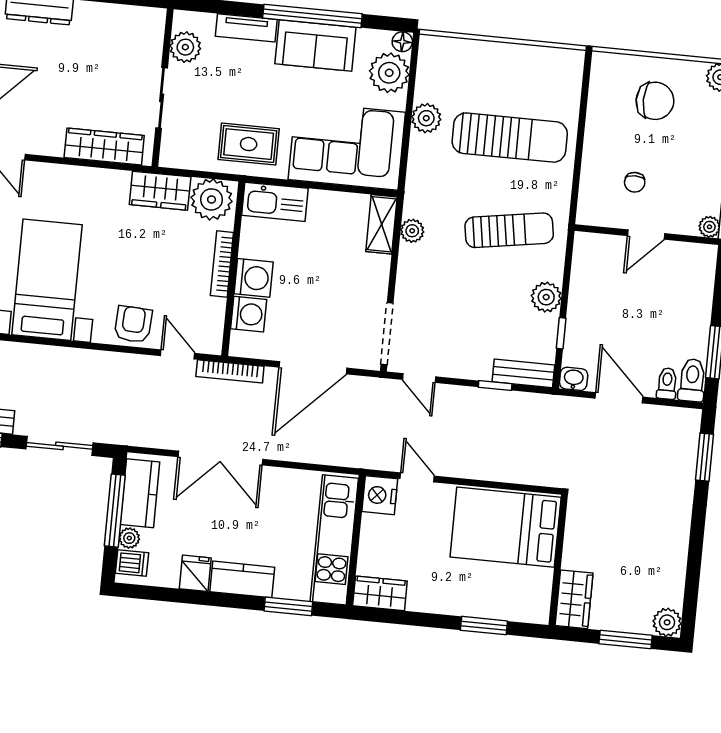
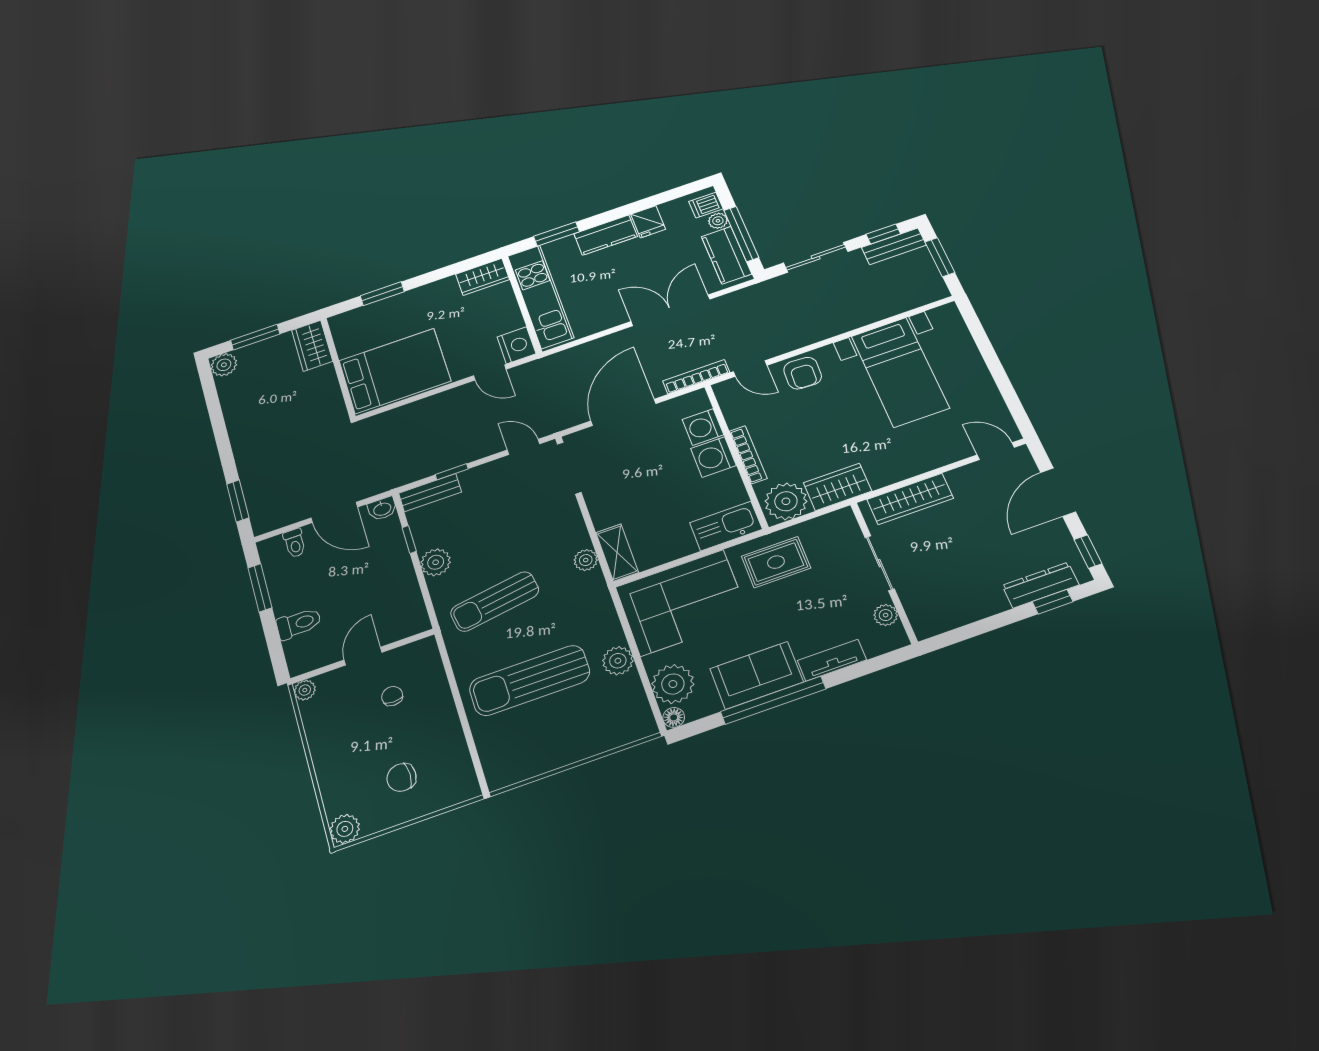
plant: (185, 47) -> (886, 615), width x0.73, depth x0.73
chair: (655, 101) -> (402, 777), width x0.73, depth x0.73
toilet: (692, 380) -> (299, 623), moved, turned -90

